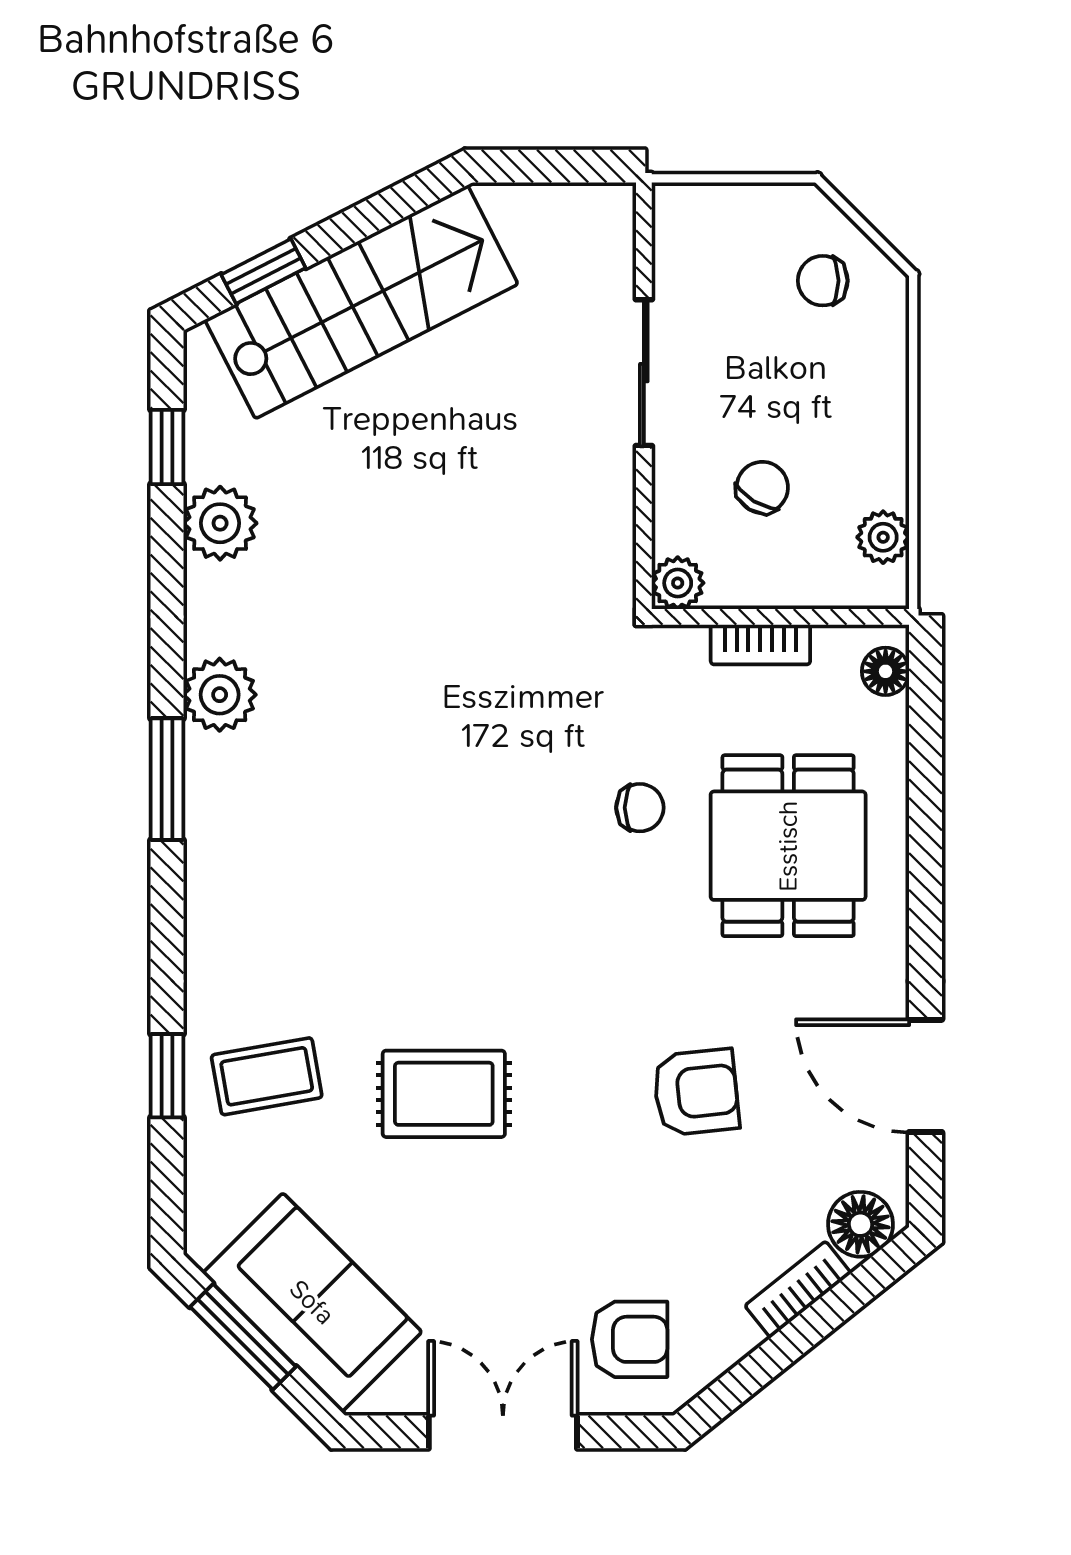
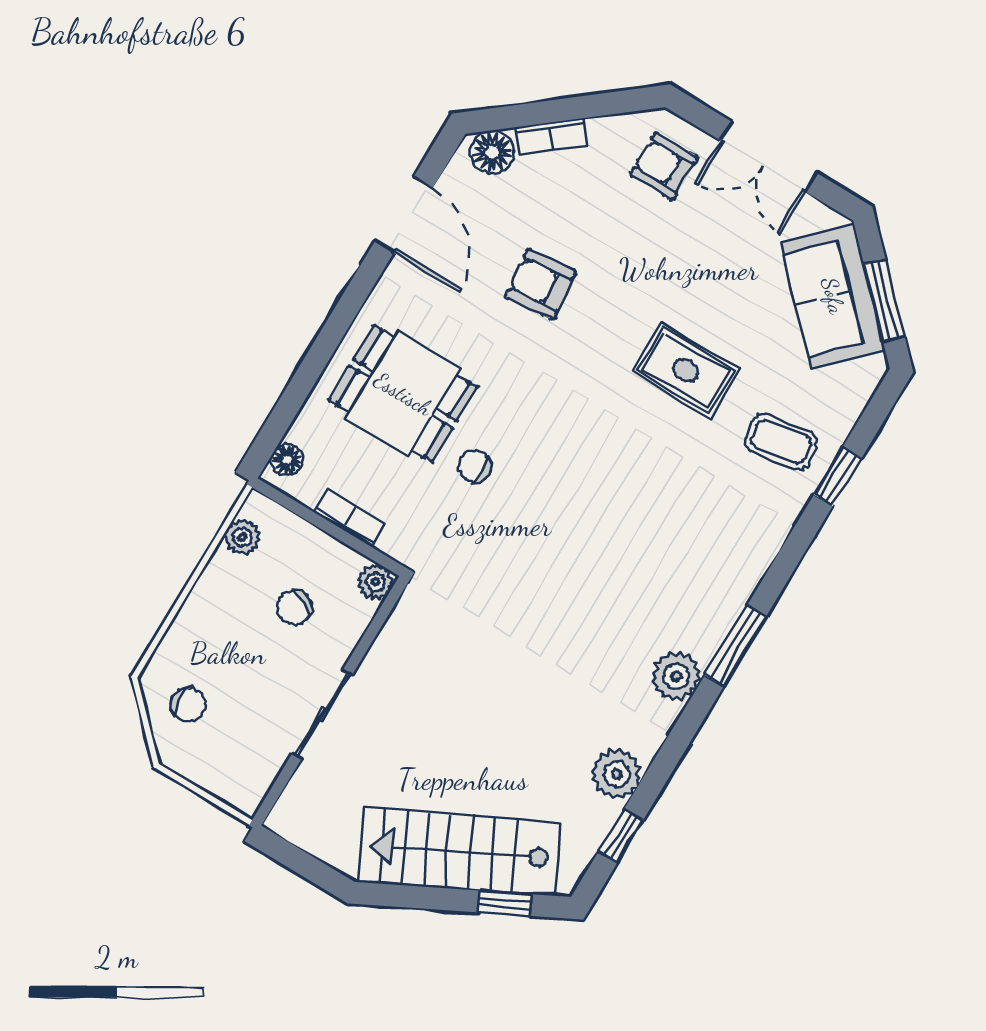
dining table: (788, 846) -> (403, 394), turned 90

